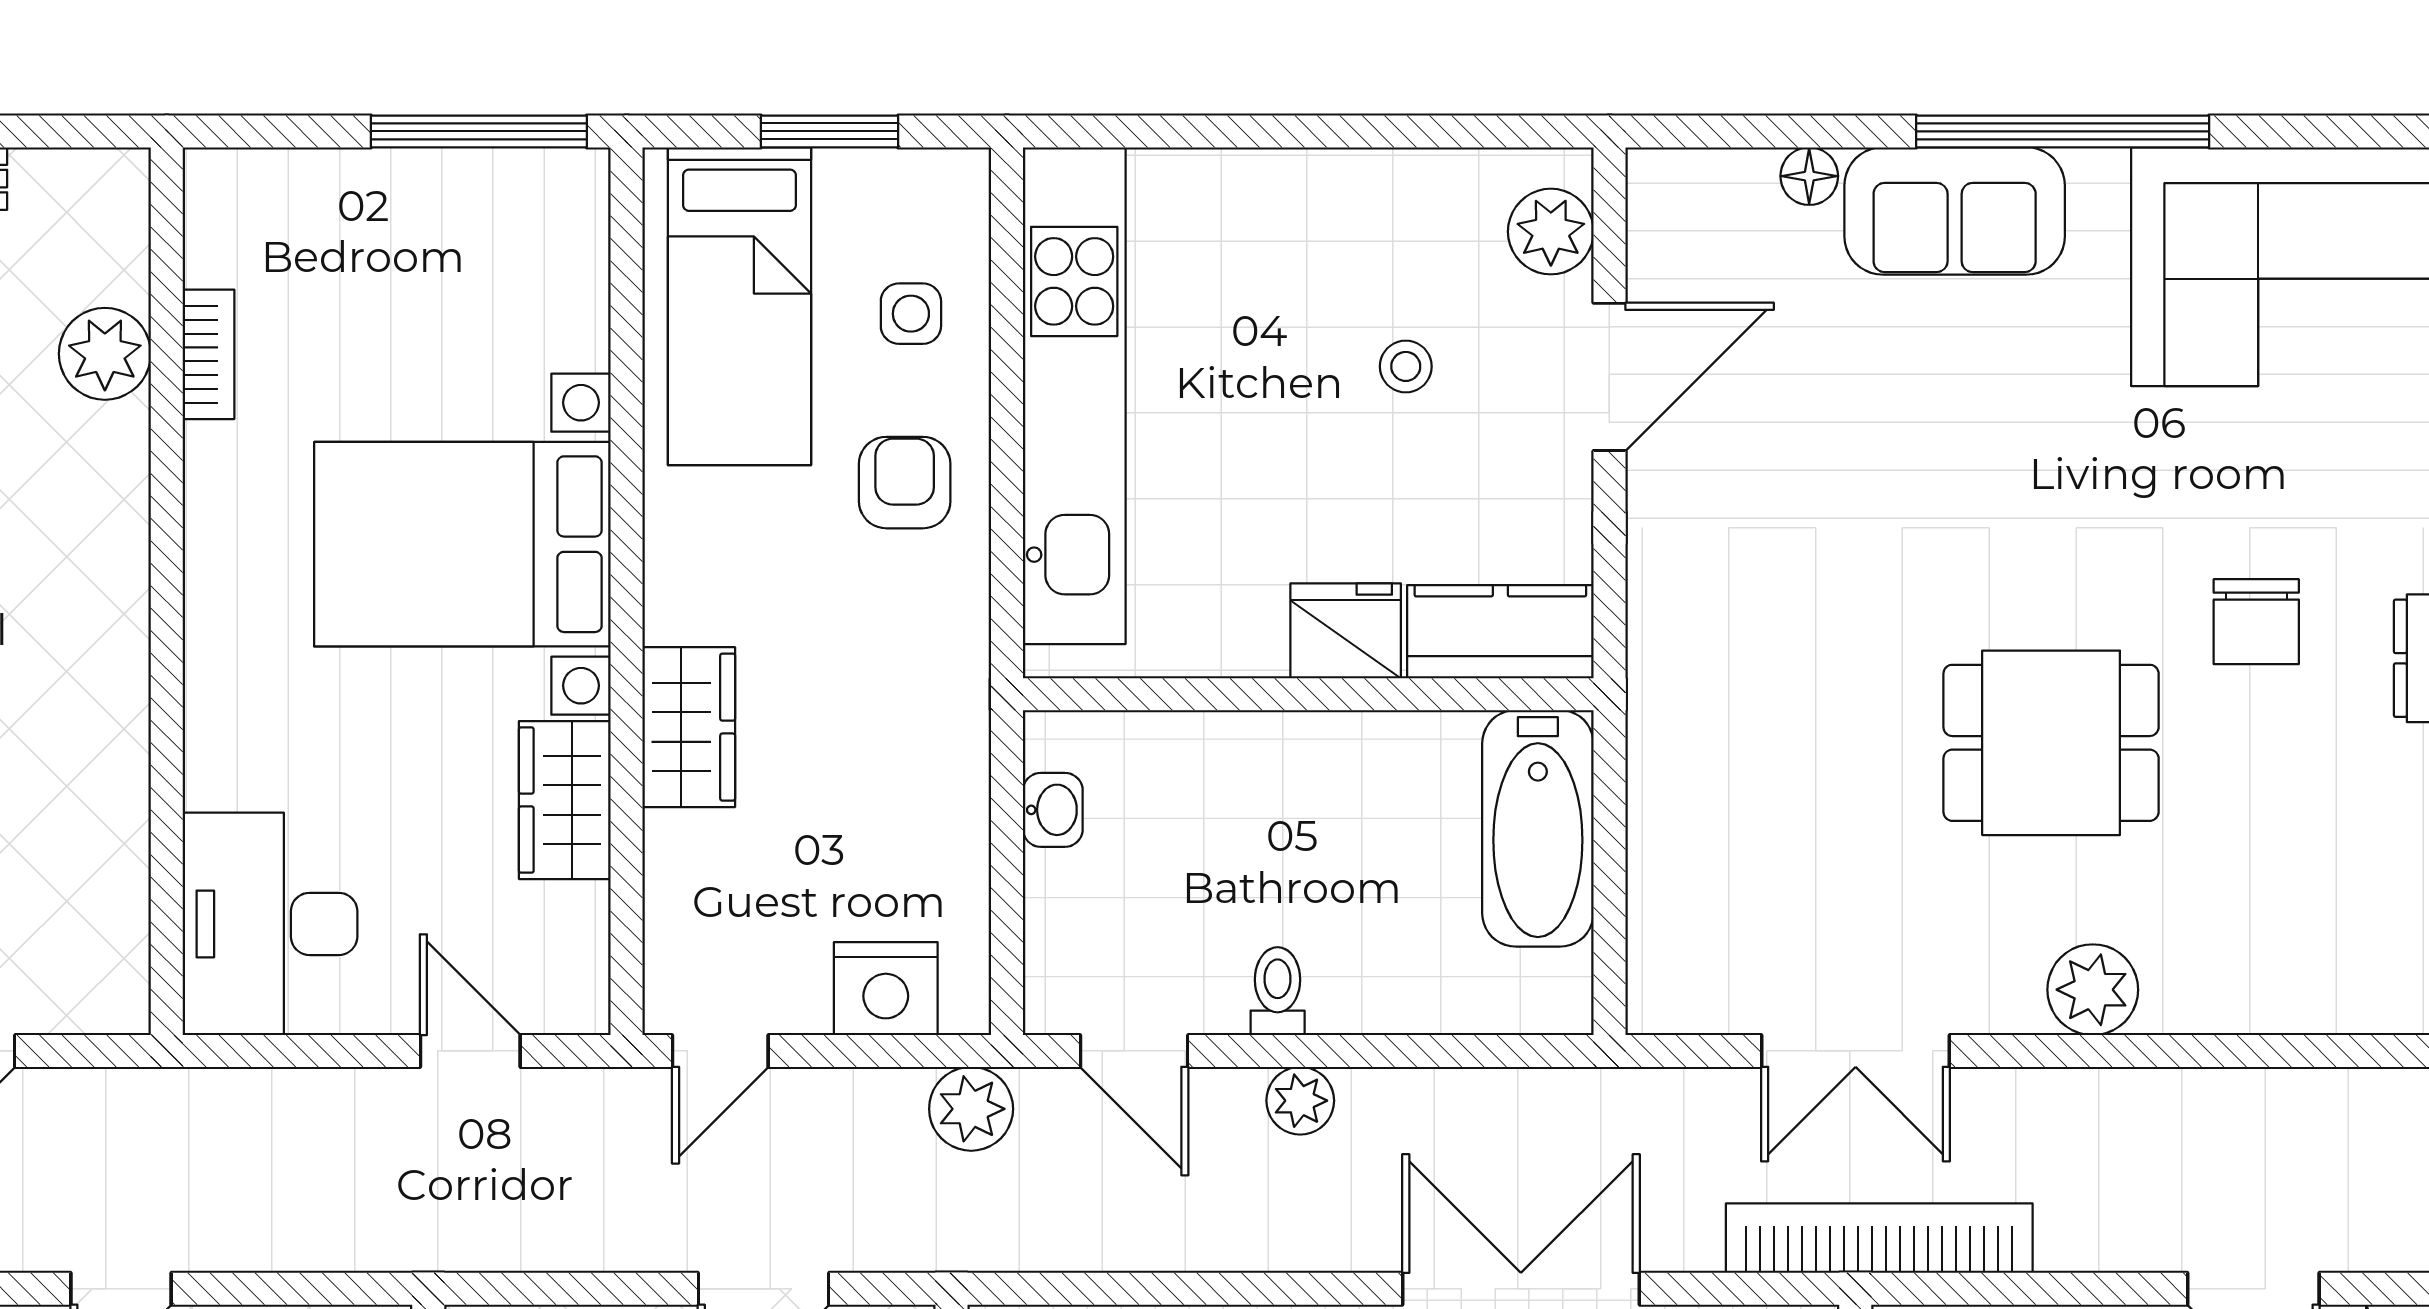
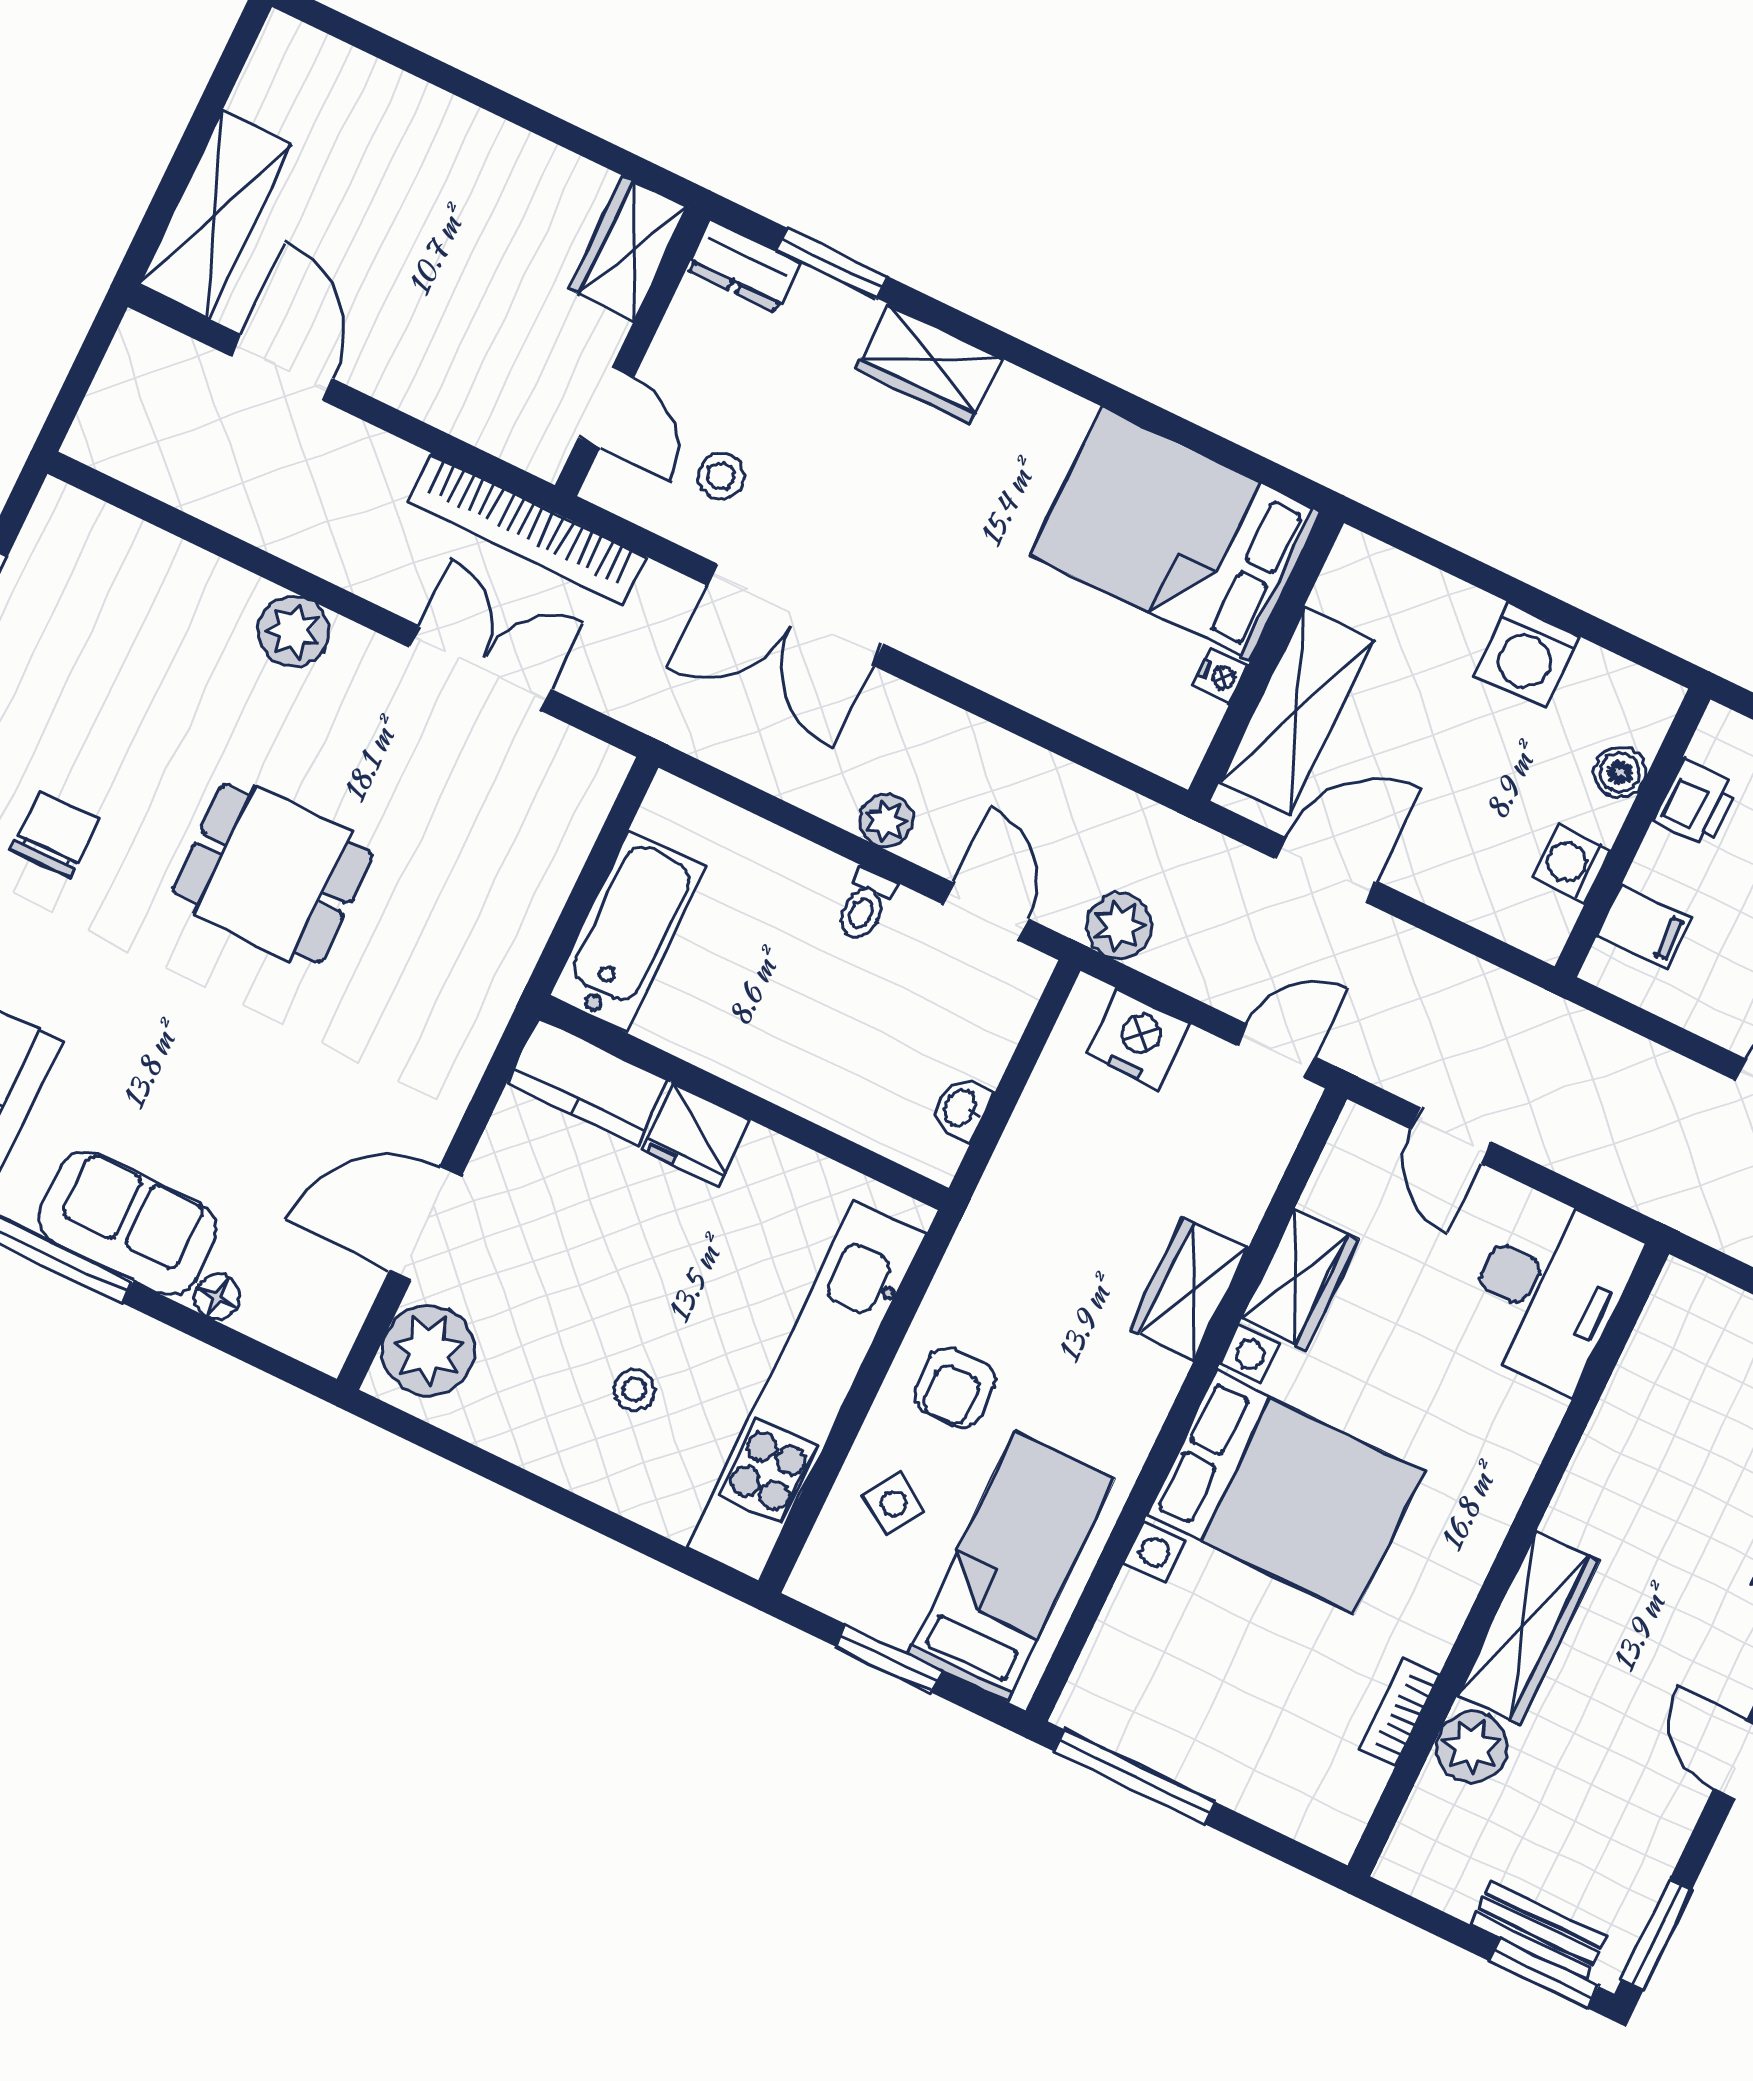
plant: (1551, 232) -> (428, 1350), width x1.36, depth x1.36
side table: (911, 314) -> (893, 1503), turned 34
stool: (1406, 366) -> (634, 1390), moved
wardrobe: (106, 523) -> (1528, 1628), added
dining table: (2051, 743) -> (272, 873), moved

